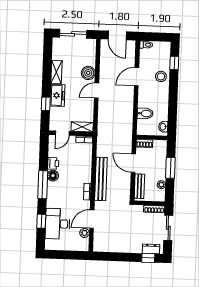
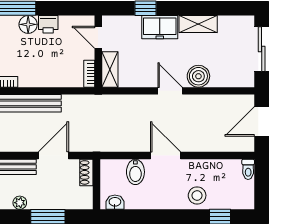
door: (137, 77) -> (166, 156), moved

